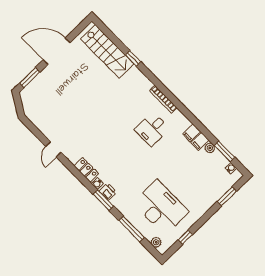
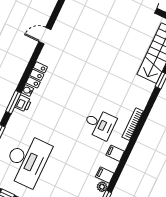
desk: (152, 129) -> (100, 124), turned 180
filing cabinet: (192, 133) -> (115, 153), moved

